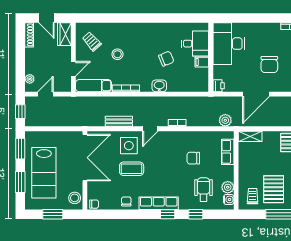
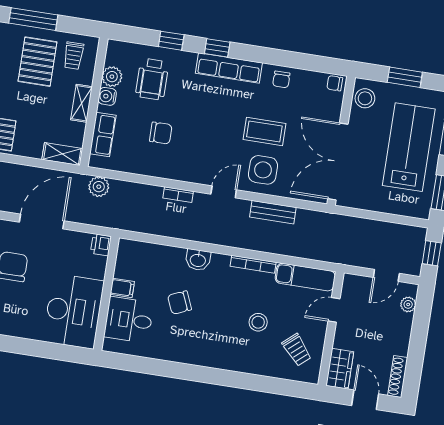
shelving: (243, 169) -> (81, 103), added
water cooler: (229, 199) -> (107, 96), moved

